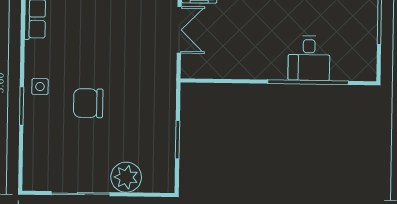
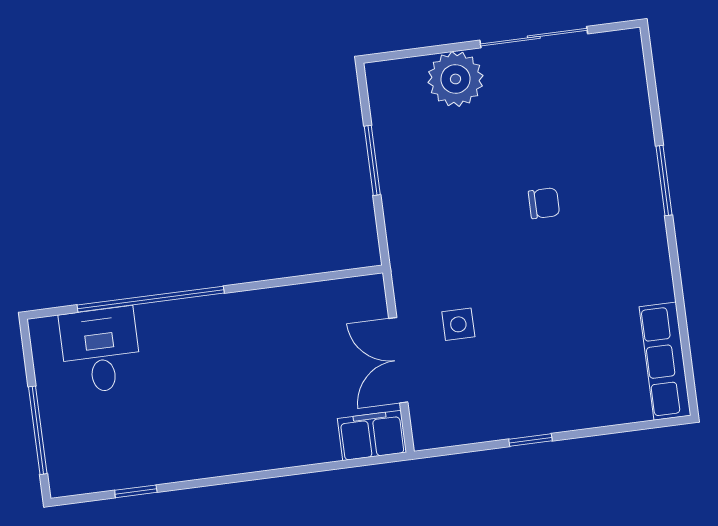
desk: (309, 58) -> (100, 350), moved
side table: (40, 87) -> (458, 324), moved
chair: (88, 103) -> (544, 203), width x0.54, depth x0.54

